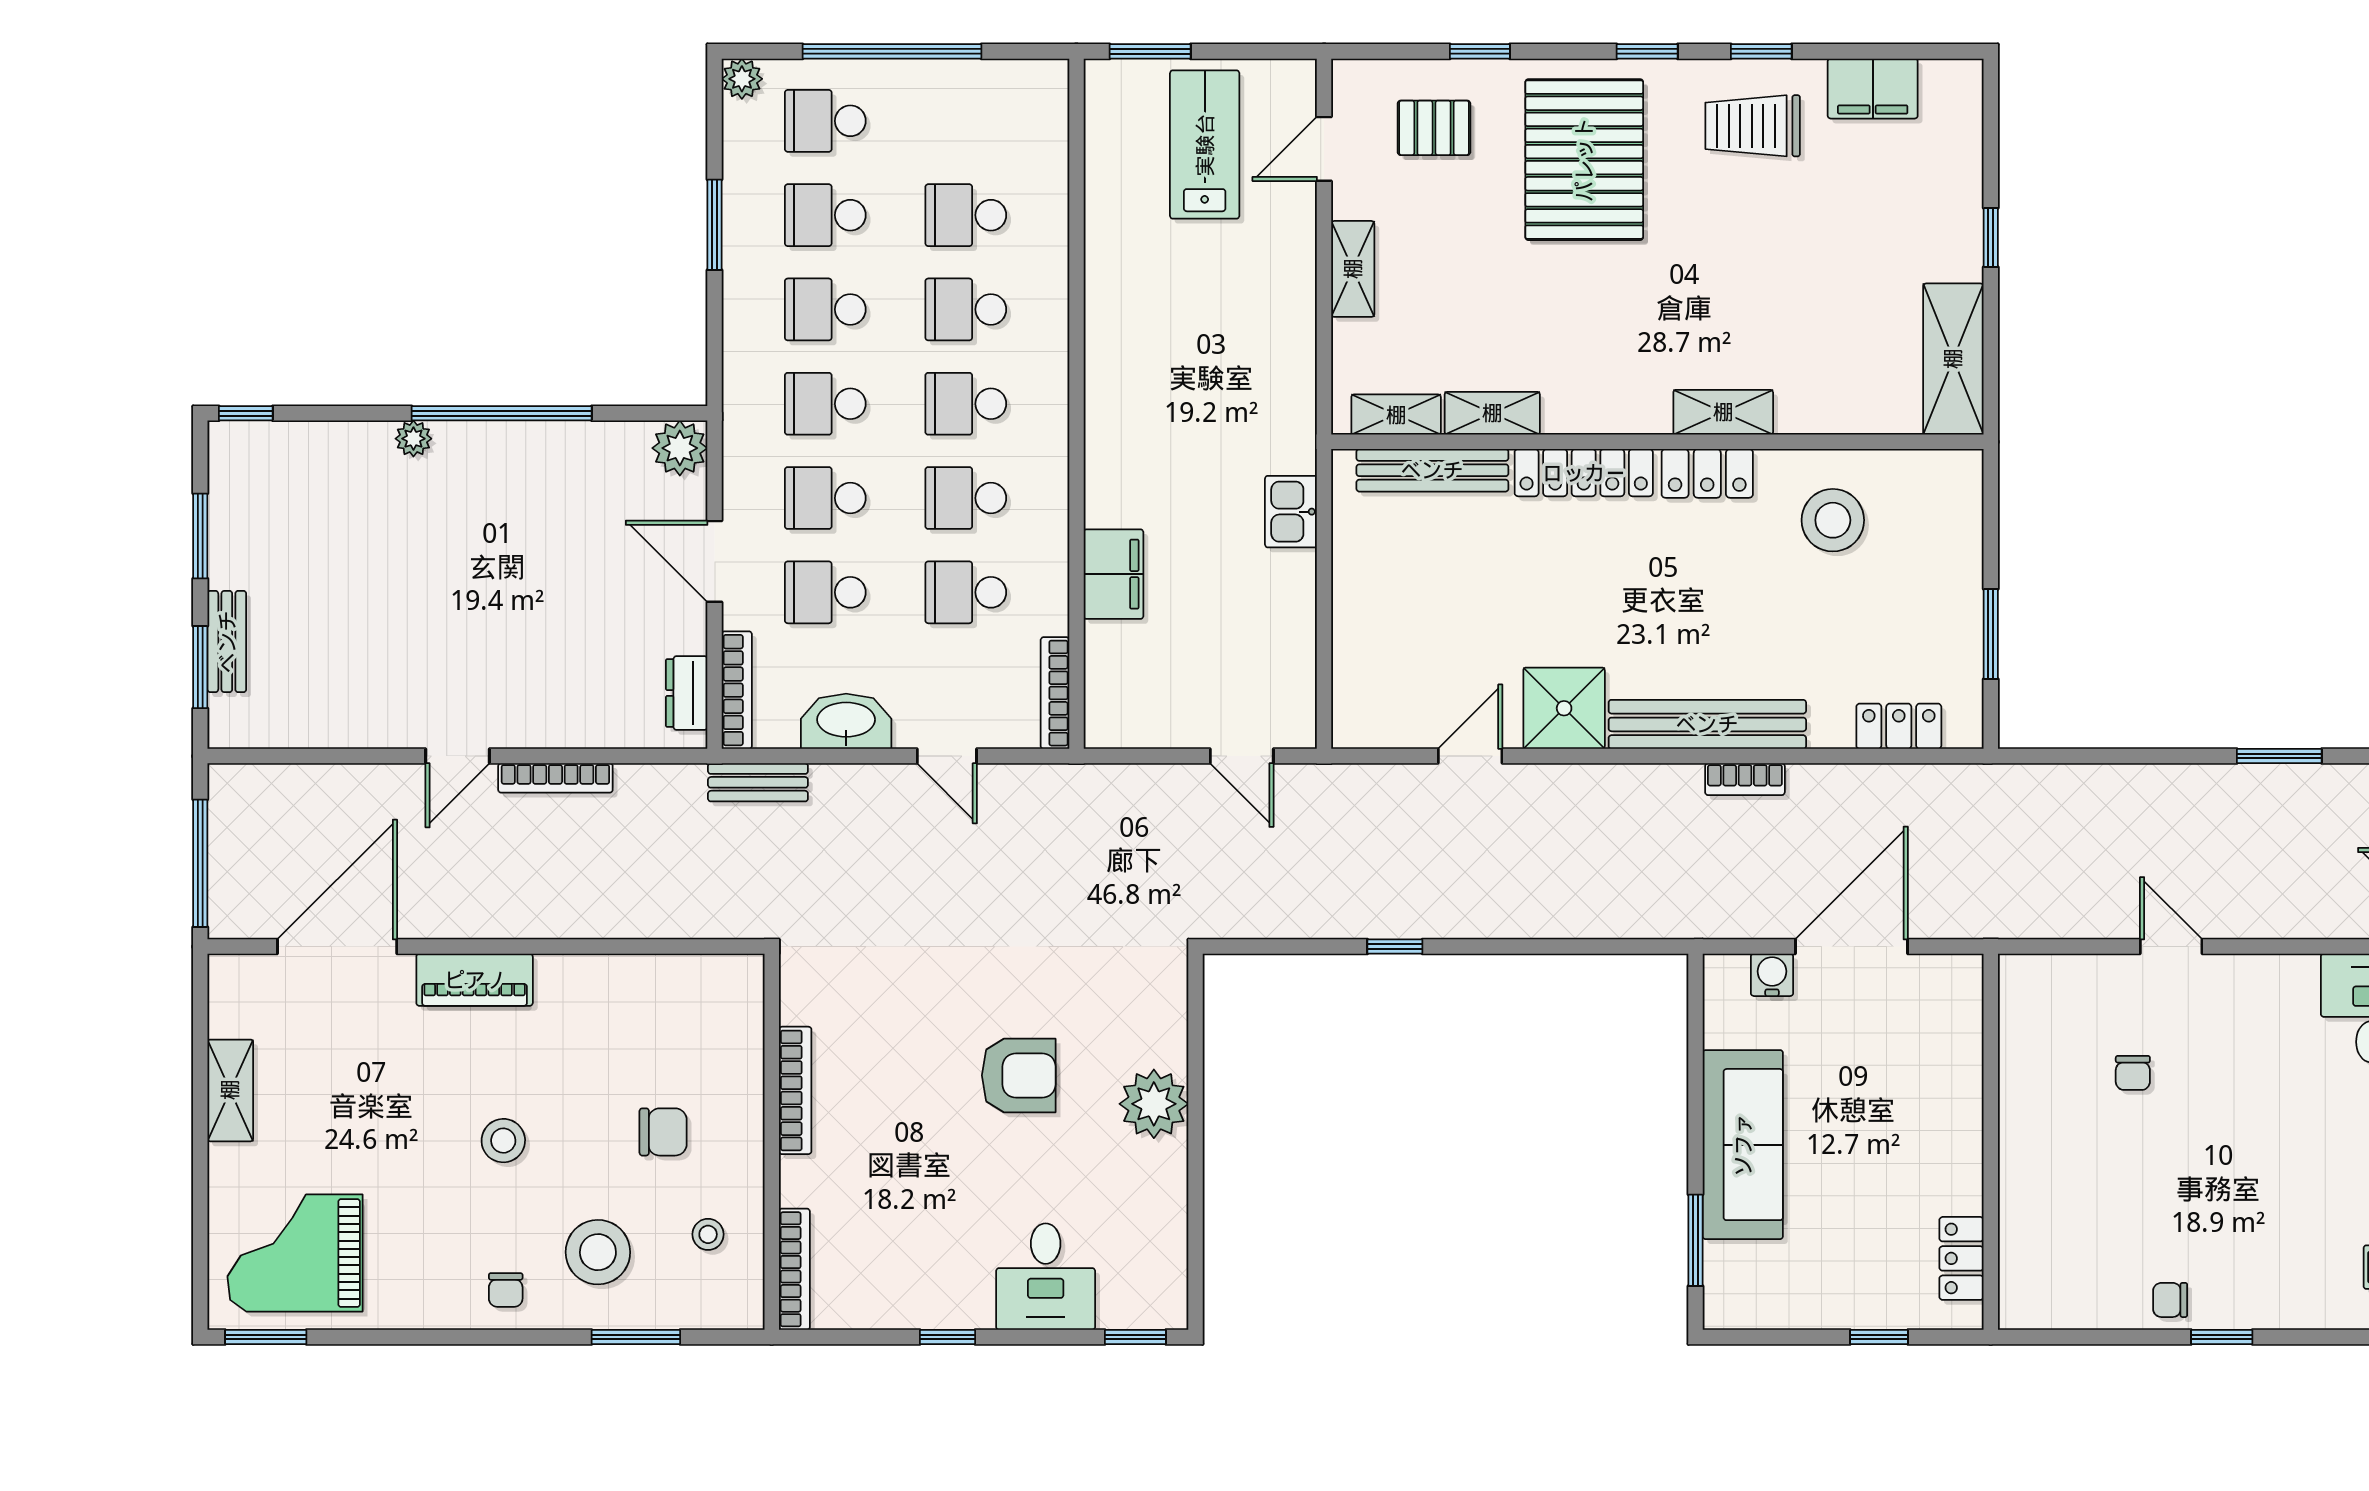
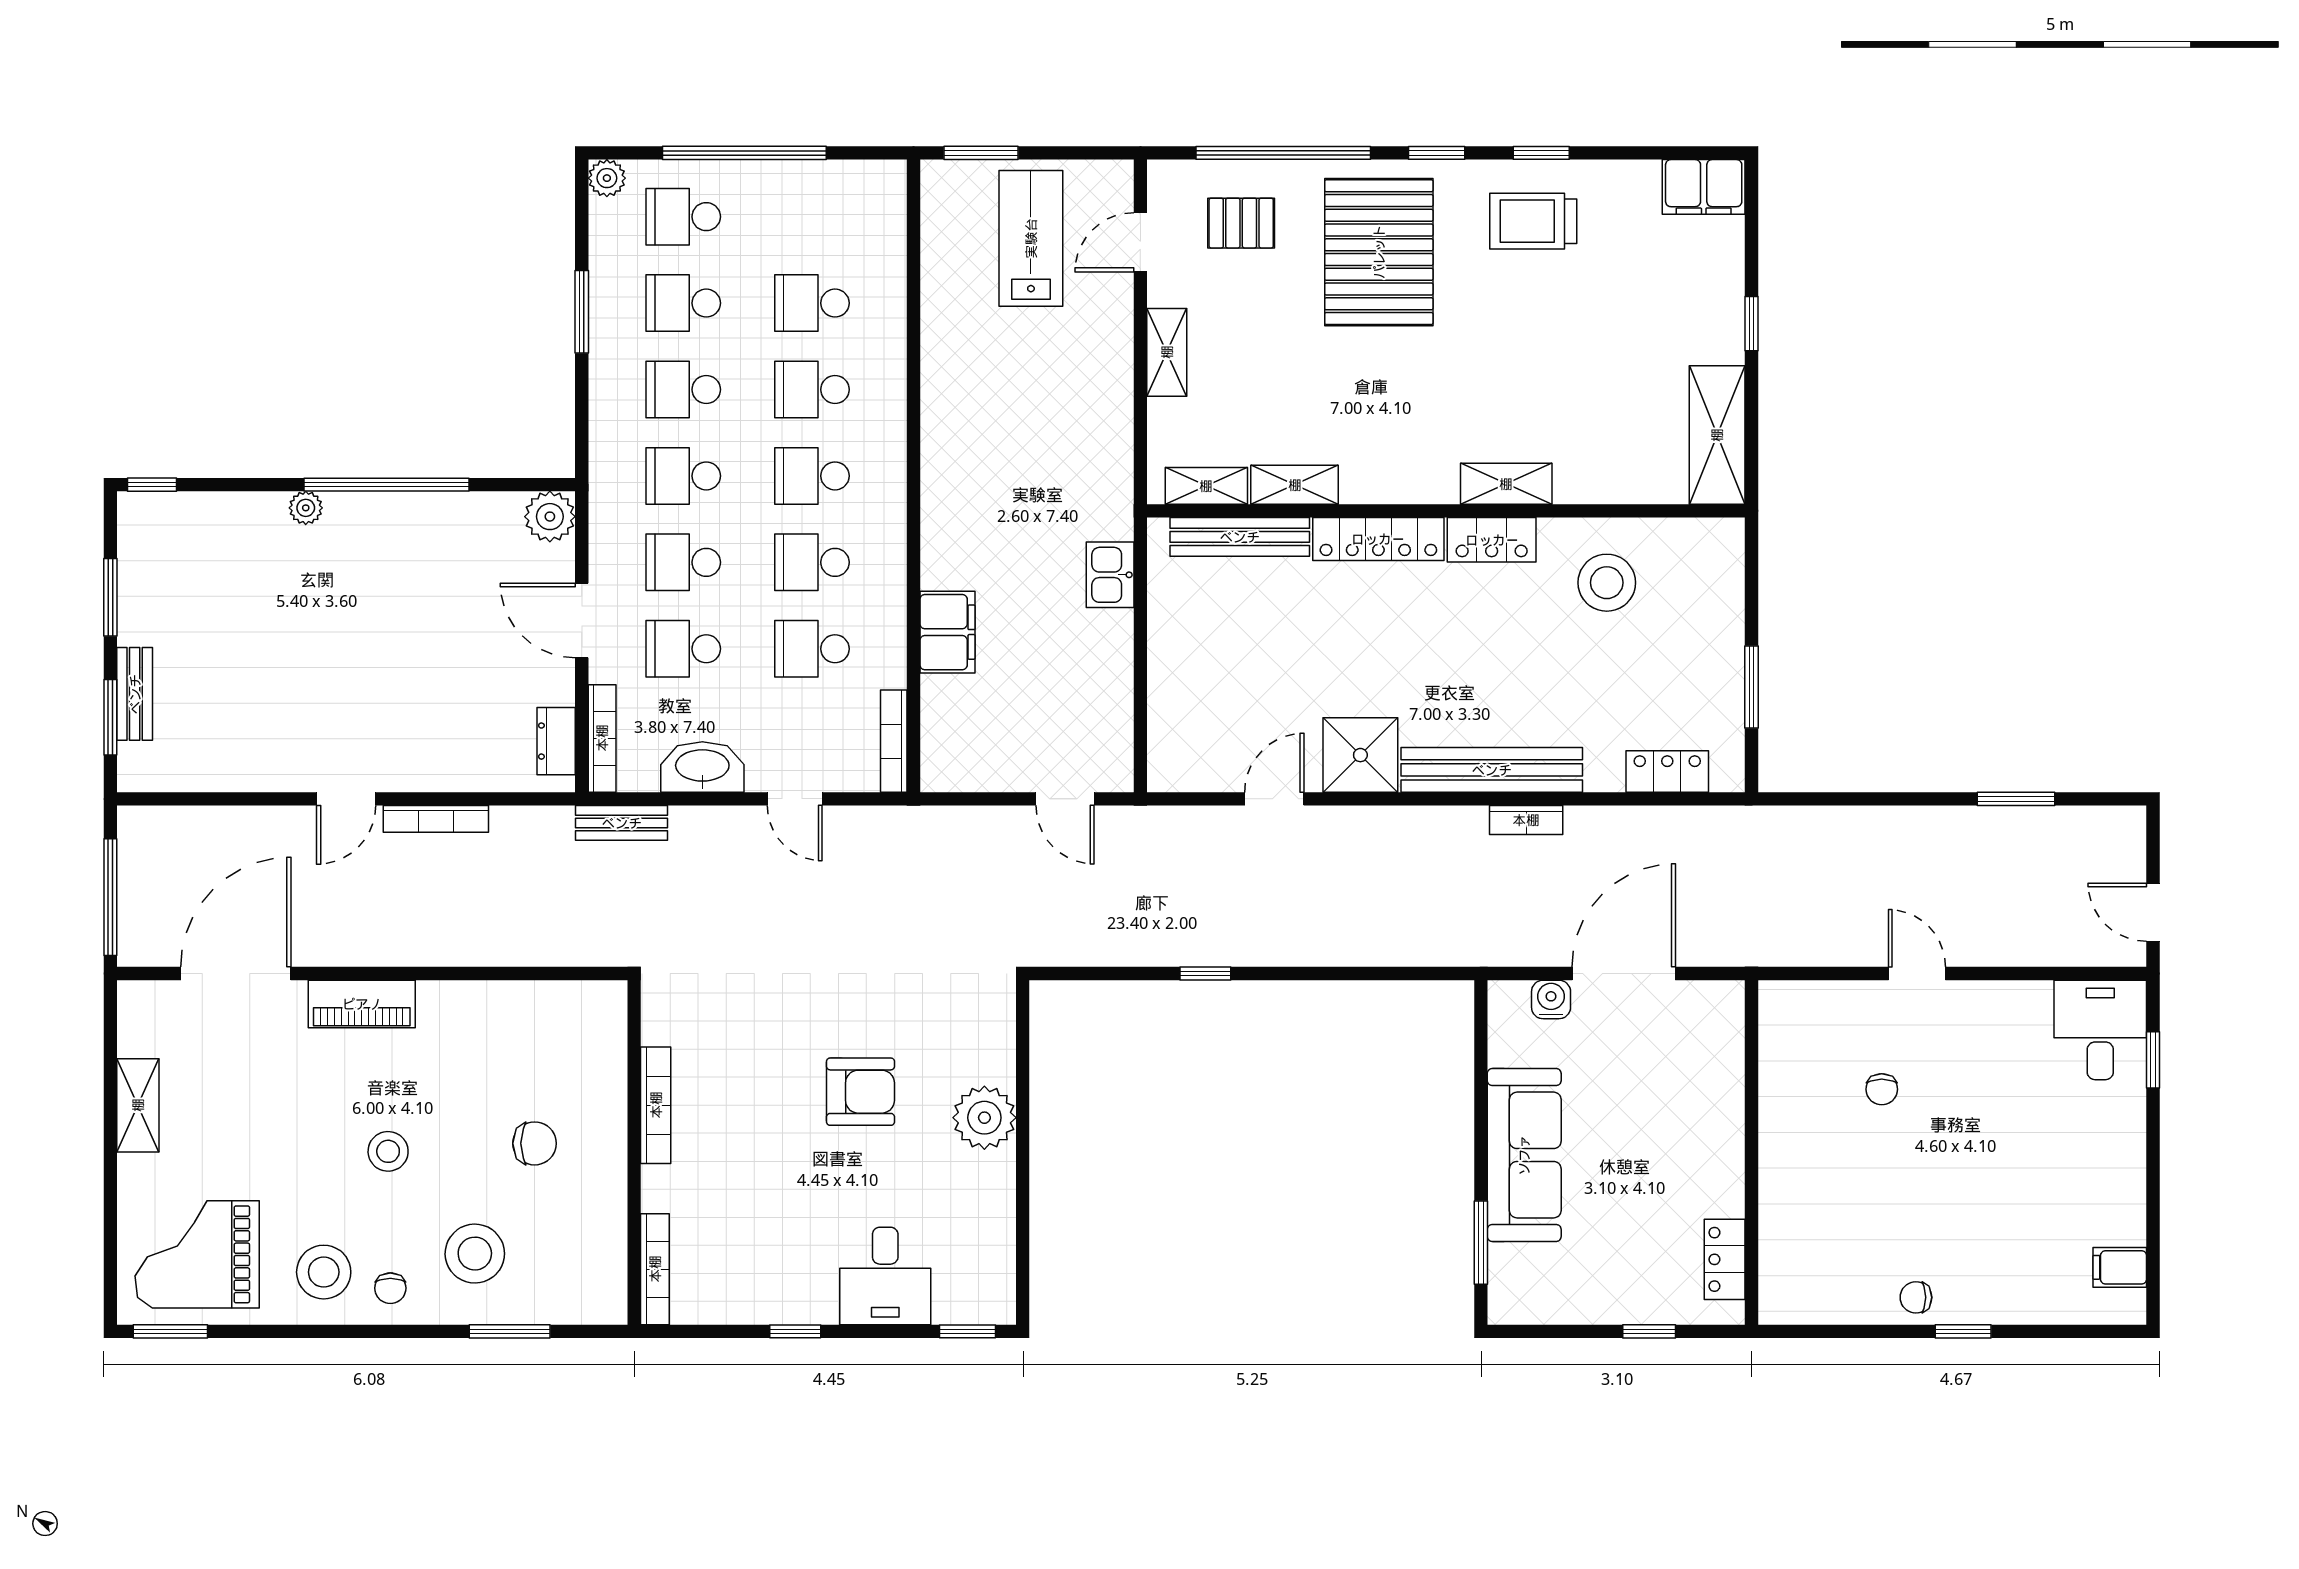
window: (1480, 51) -> (1283, 153), width x3.17
filing cabinet: (1873, 89) -> (1704, 187), moved
stool: (708, 1234) -> (324, 1272), moved, width x1.89, depth x1.89

